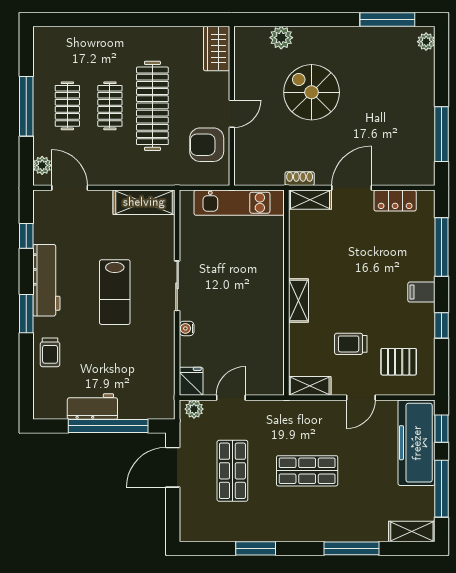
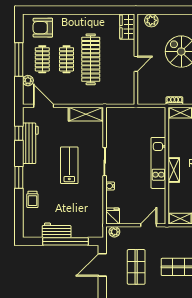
plant: (281, 38) -> (151, 20), moved
armchair: (207, 145) -> (43, 28), moved
plant: (42, 165) -> (28, 81), moved
kitchen unit: (239, 203) -> (158, 163), moved, turned 90
workbench: (46, 280) -> (30, 143), moved
lab bench: (115, 292) -> (69, 165), turned 180
door: (231, 398) -> (149, 225), moved

